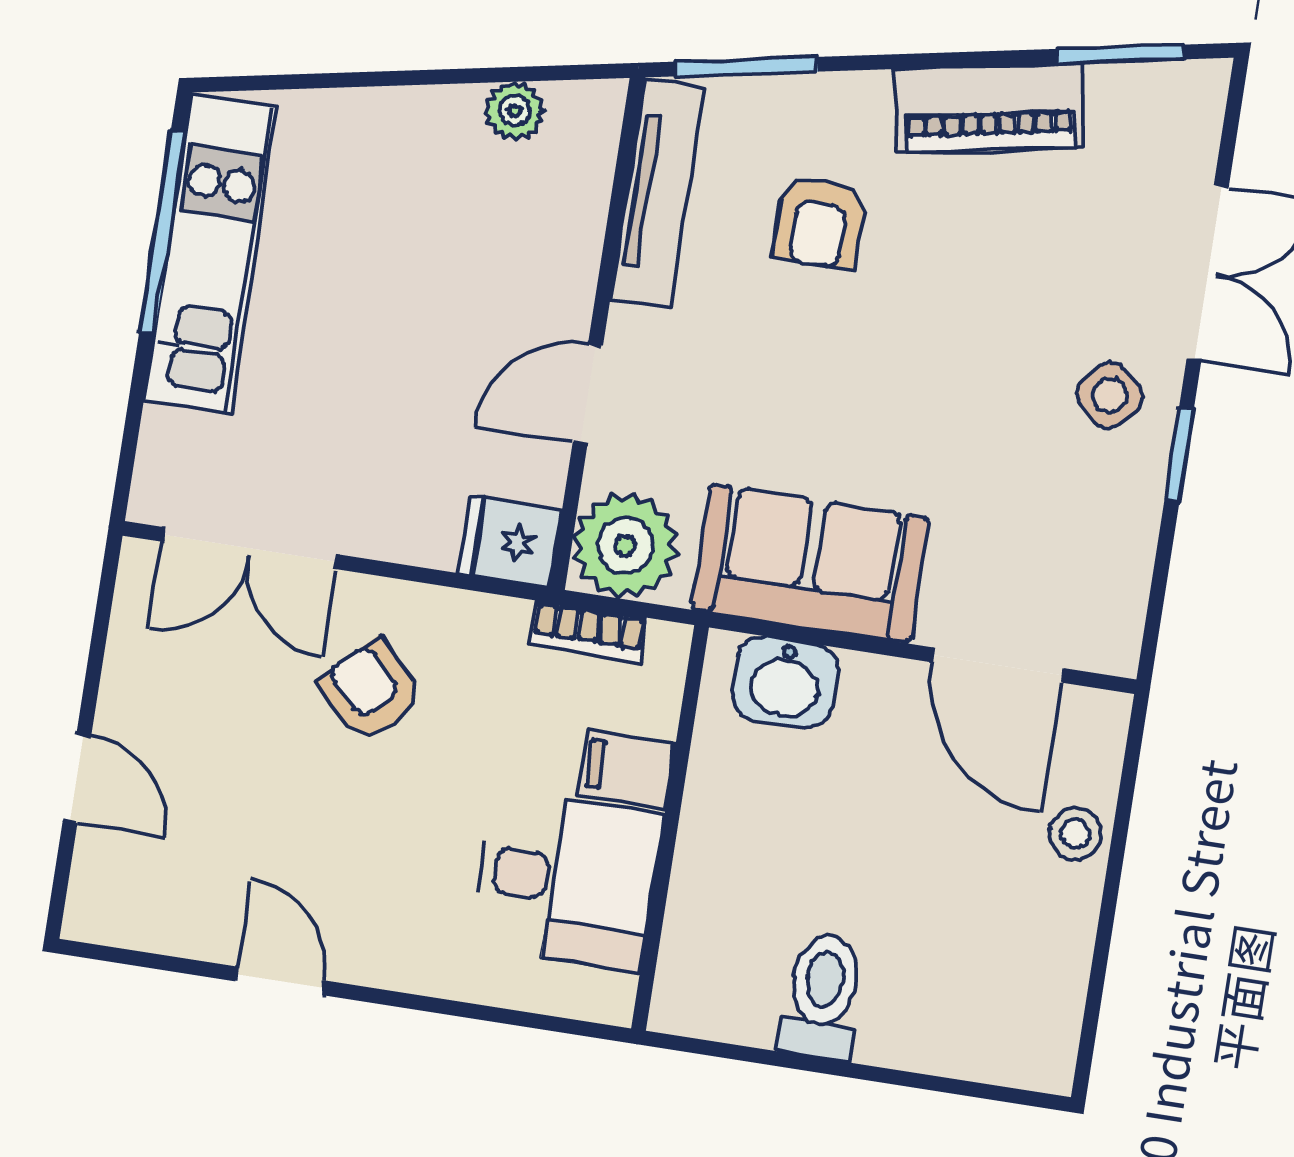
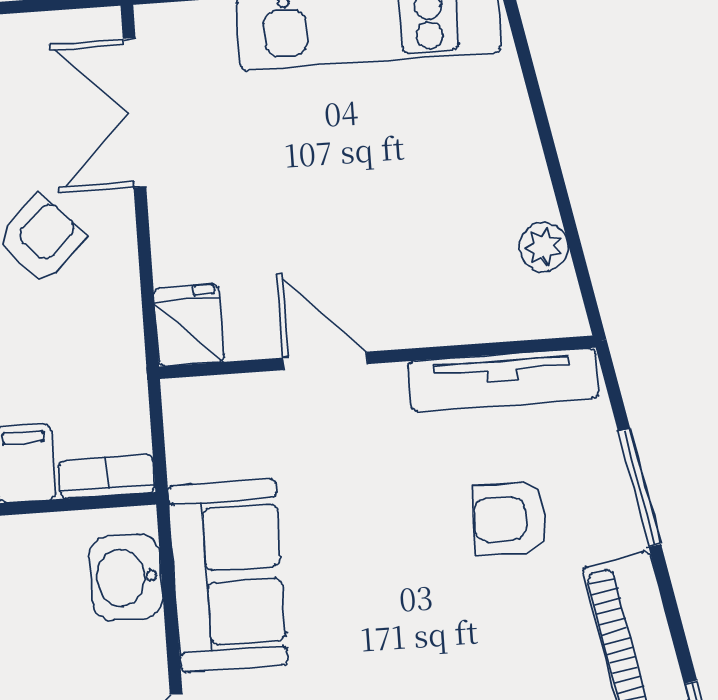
window: (747, 67) -> (639, 488), moved
plant: (625, 546) -> (208, 420), removed
bookcase: (588, 631) -> (107, 476), moved, turned 90

